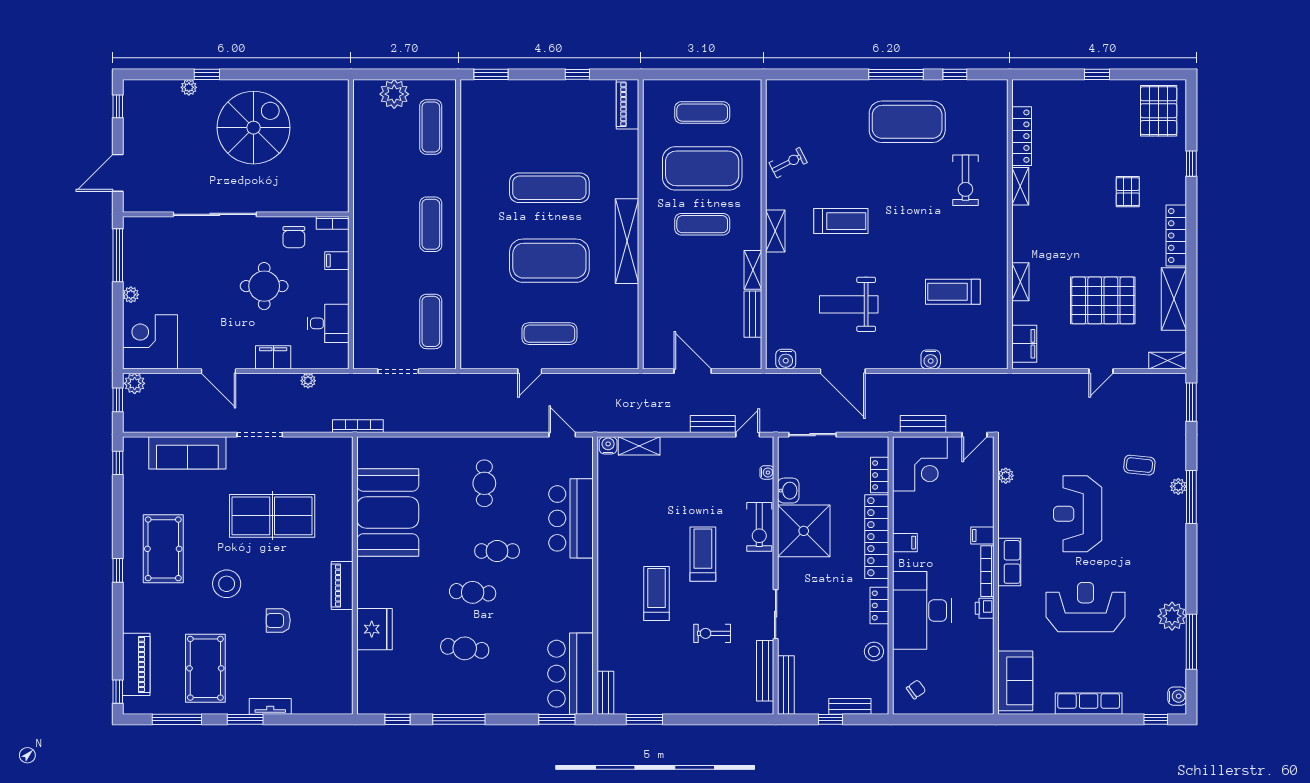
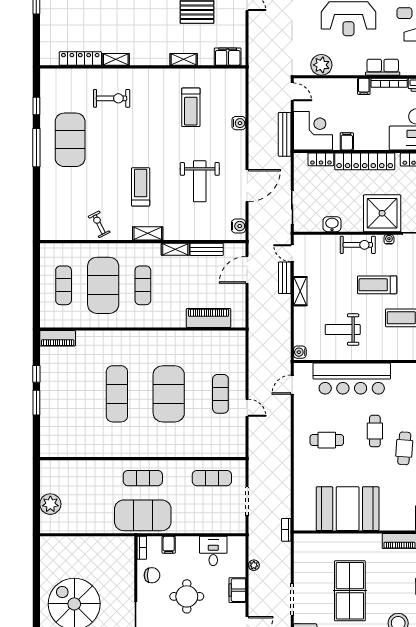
window: (491, 74) -> (36, 403), moved
exercise mat: (431, 127) -> (143, 515), moved, width x2.00, depth x1.45
shelving: (627, 241) -> (155, 339), removed
piano: (656, 317) -> (209, 318), added
door: (693, 371) -> (247, 270), moved
bench: (923, 424) -> (285, 134), width x1.36
bookcase: (358, 426) -> (286, 530), width x0.64
shelving: (639, 446) -> (300, 291), moved
water cooler: (767, 472) -> (389, 239), moved
plant: (1006, 476) -> (321, 65), width x1.88, depth x1.88
weight bench: (640, 506) -> (343, 330), added
bar counter: (571, 518) -> (352, 379), width x1.36
shower: (804, 531) -> (382, 213), moved
filing cabinet: (905, 543) -> (347, 141), moved

